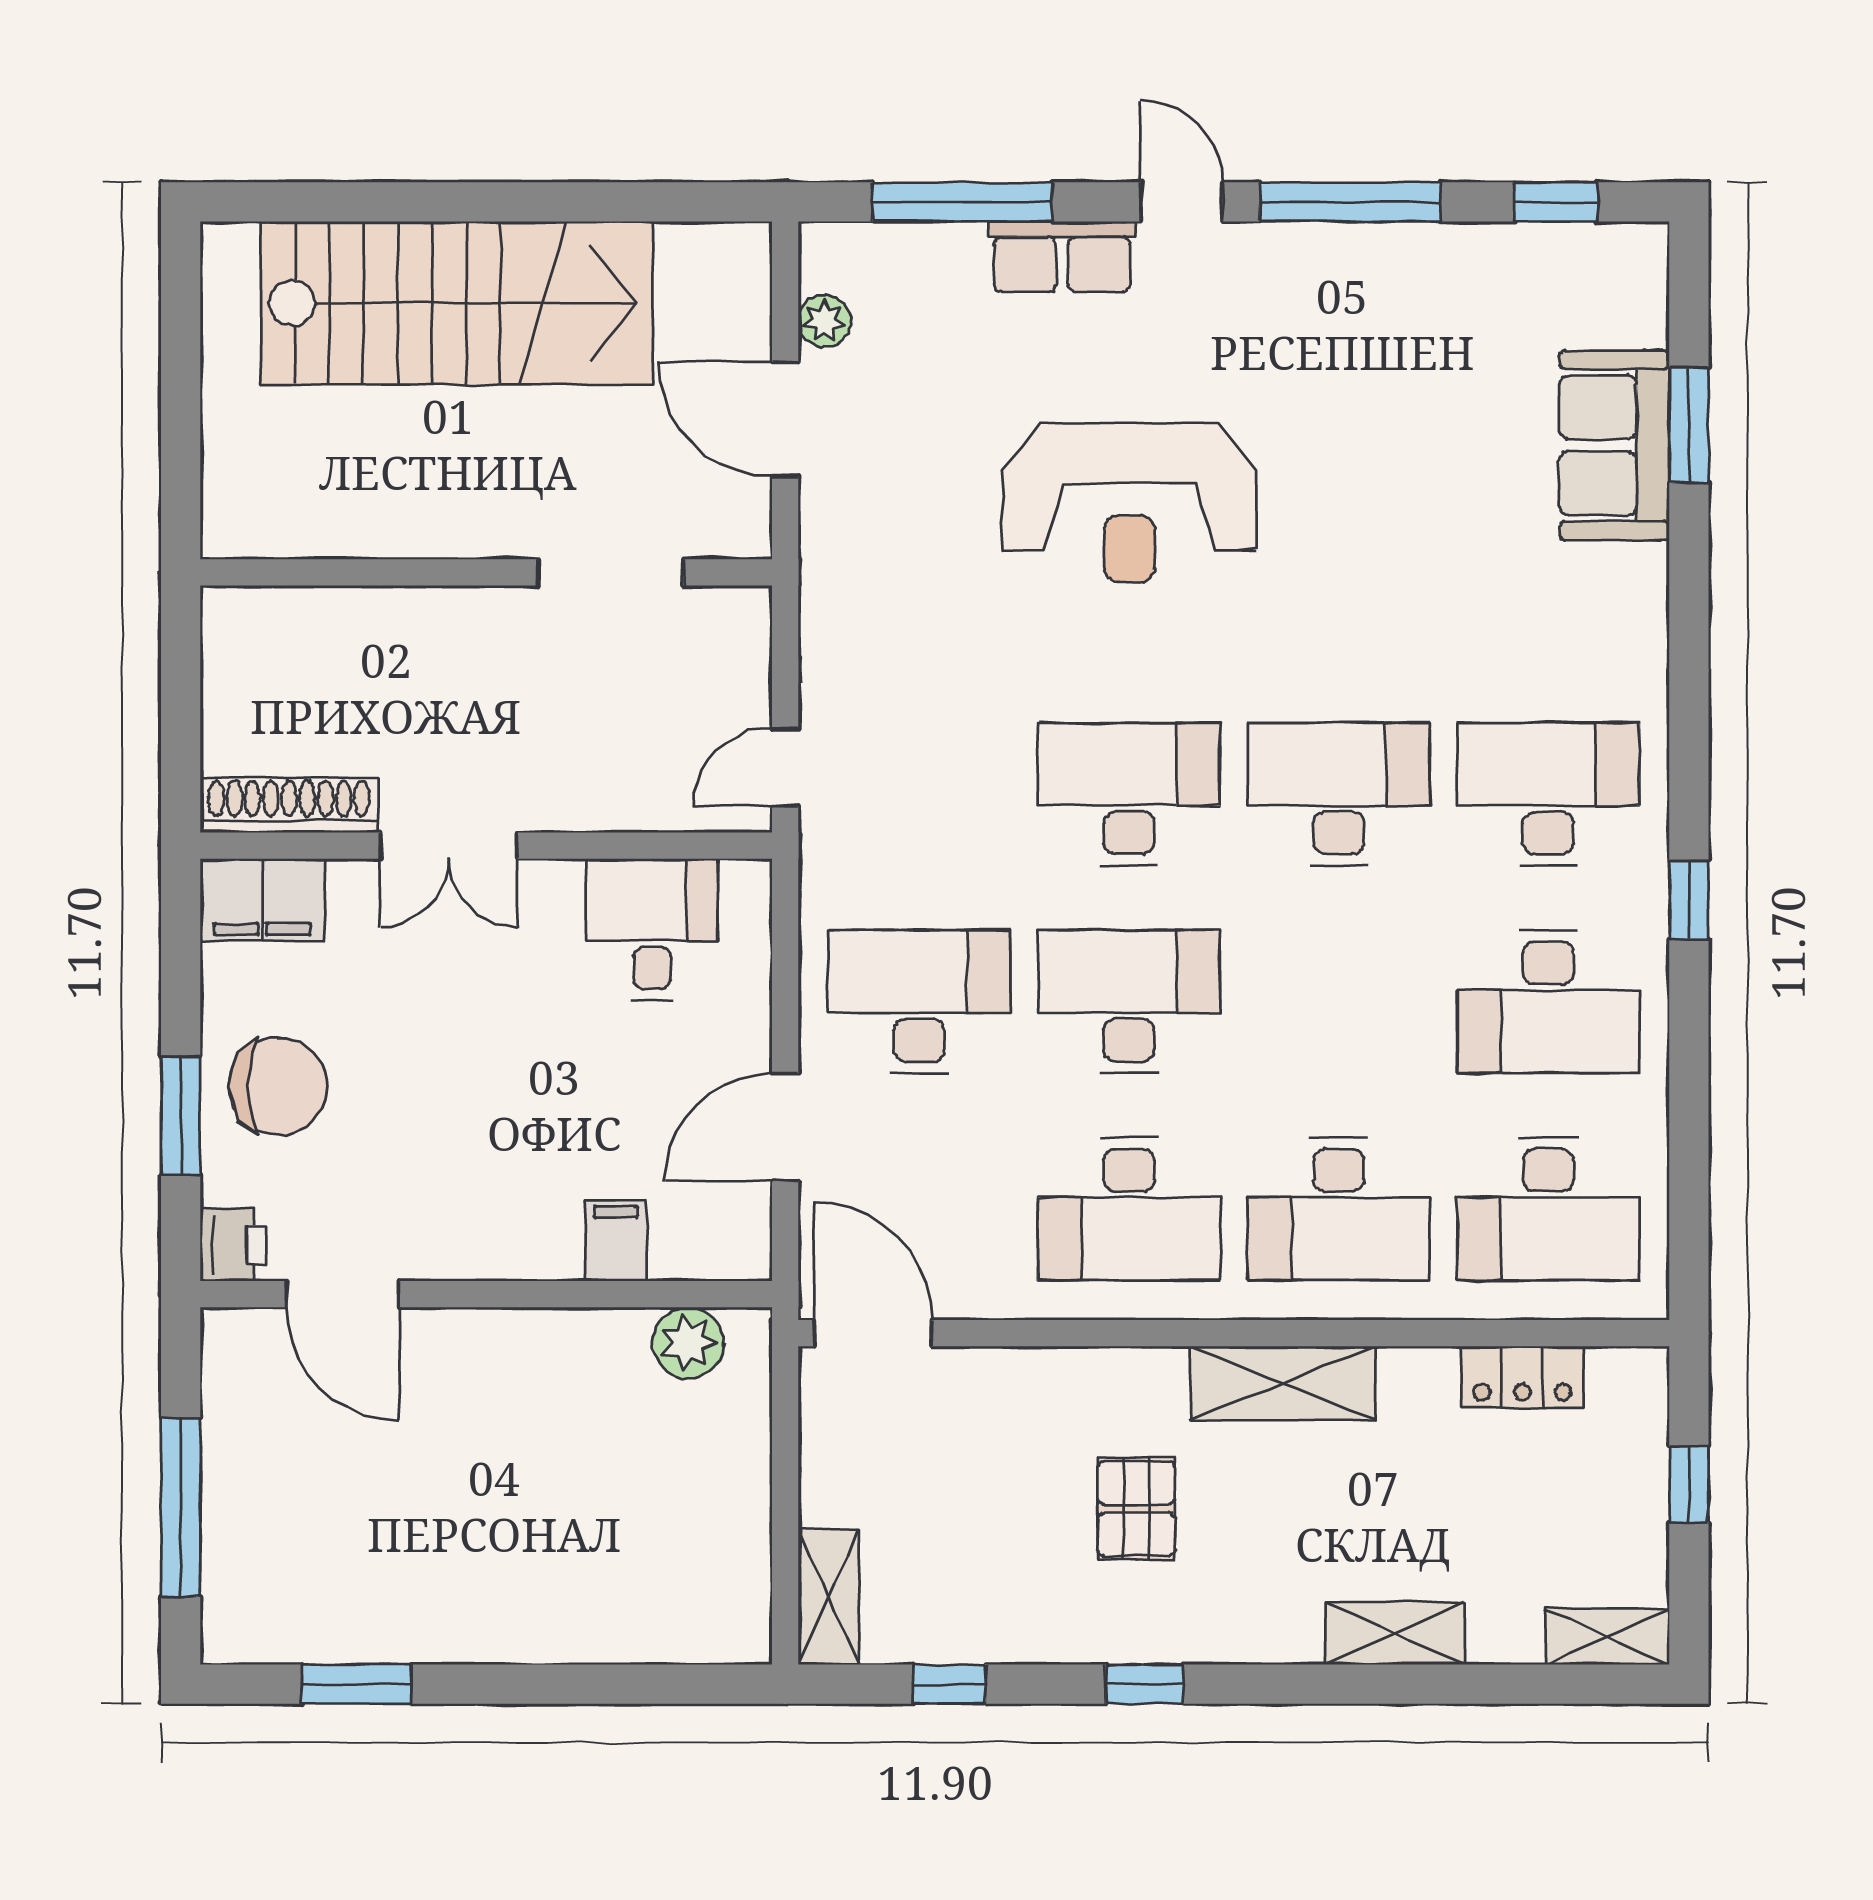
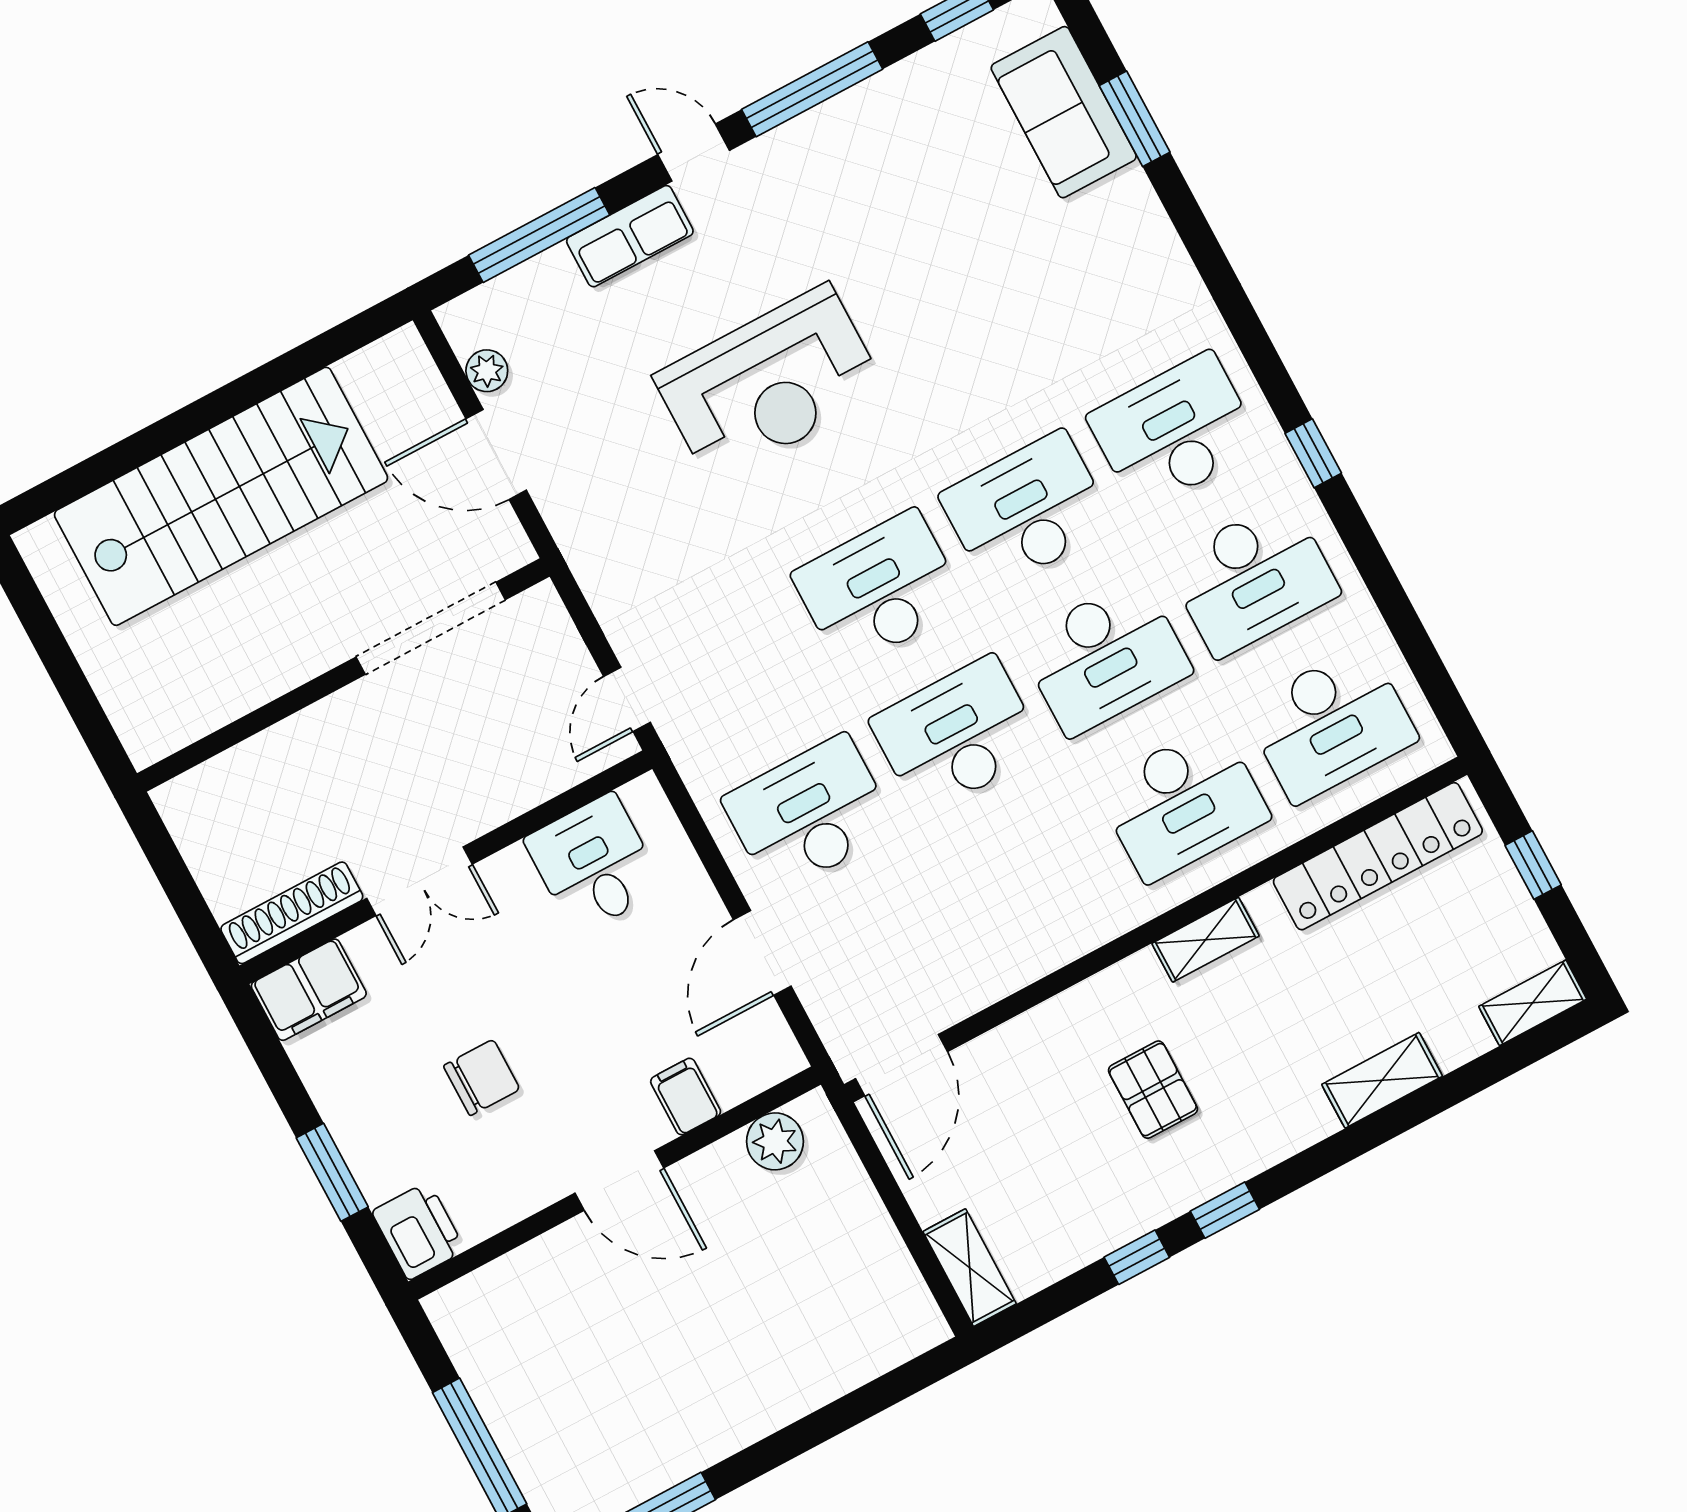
sofa: (1614, 445) -> (1064, 112), moved
doorway: (610, 572) -> (431, 628), width x1.36
chair: (278, 1086) -> (482, 1077), moved, width x0.73, depth x0.73
desk: (1129, 1209) -> (1105, 657), moved
printer: (233, 1245) -> (419, 1231), width x1.36, depth x1.24
door: (342, 1294) -> (619, 1181), moved
door: (873, 1333) -> (902, 1065), swing flipped
locker: (1523, 1377) -> (1378, 856), width x2.16, depth x1.21
shelving: (1283, 1383) -> (1206, 940), width x0.67, depth x0.75
window: (949, 1684) -> (1137, 1257), moved

